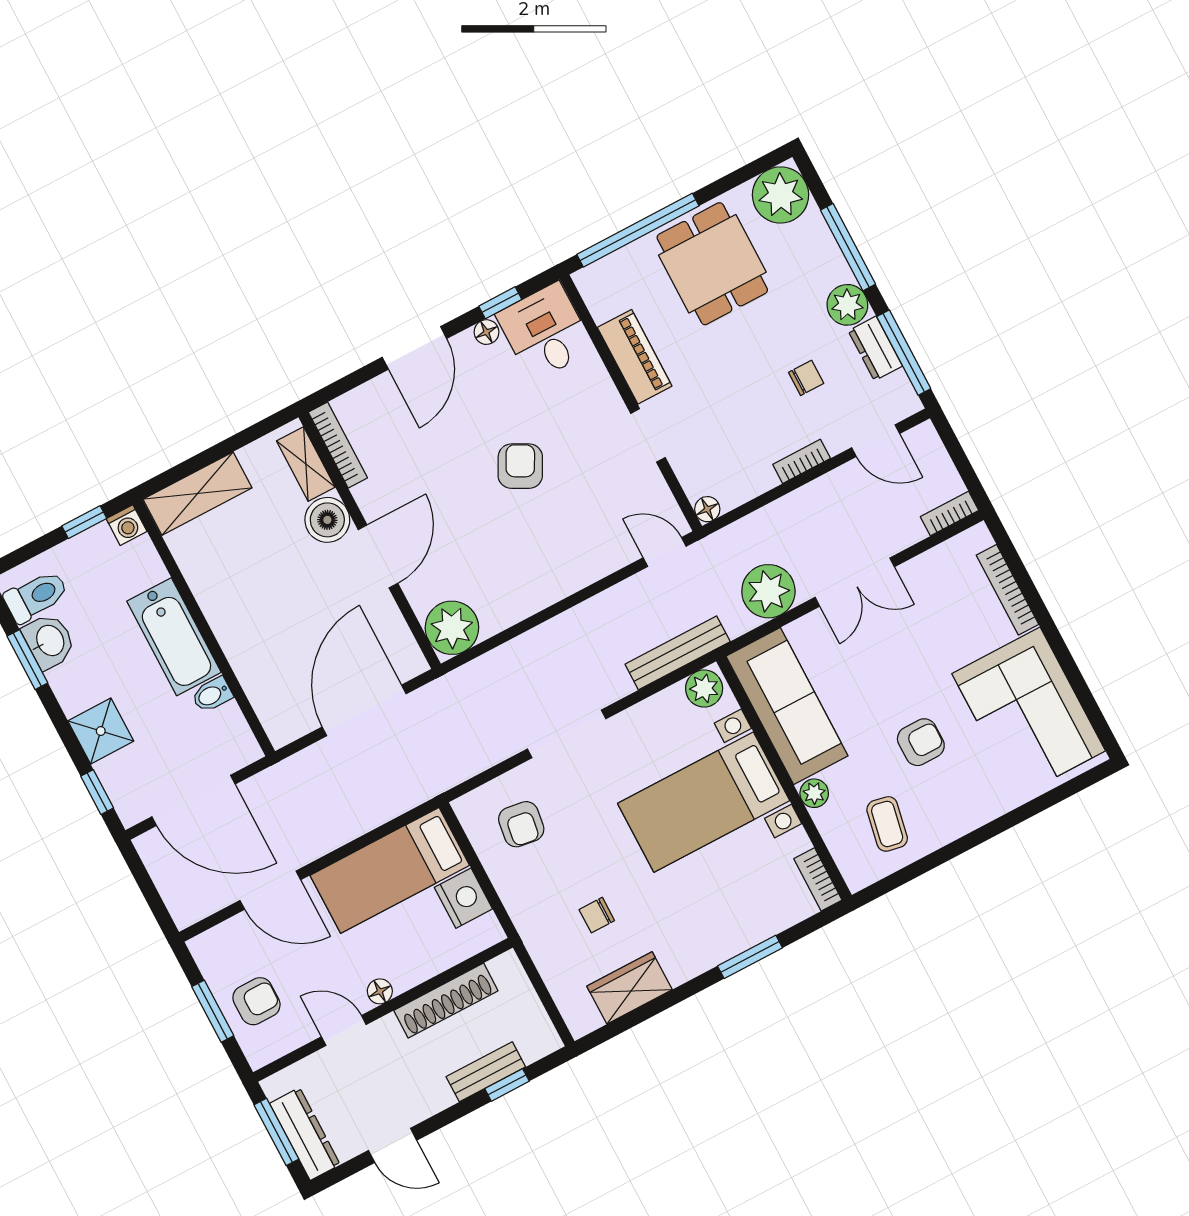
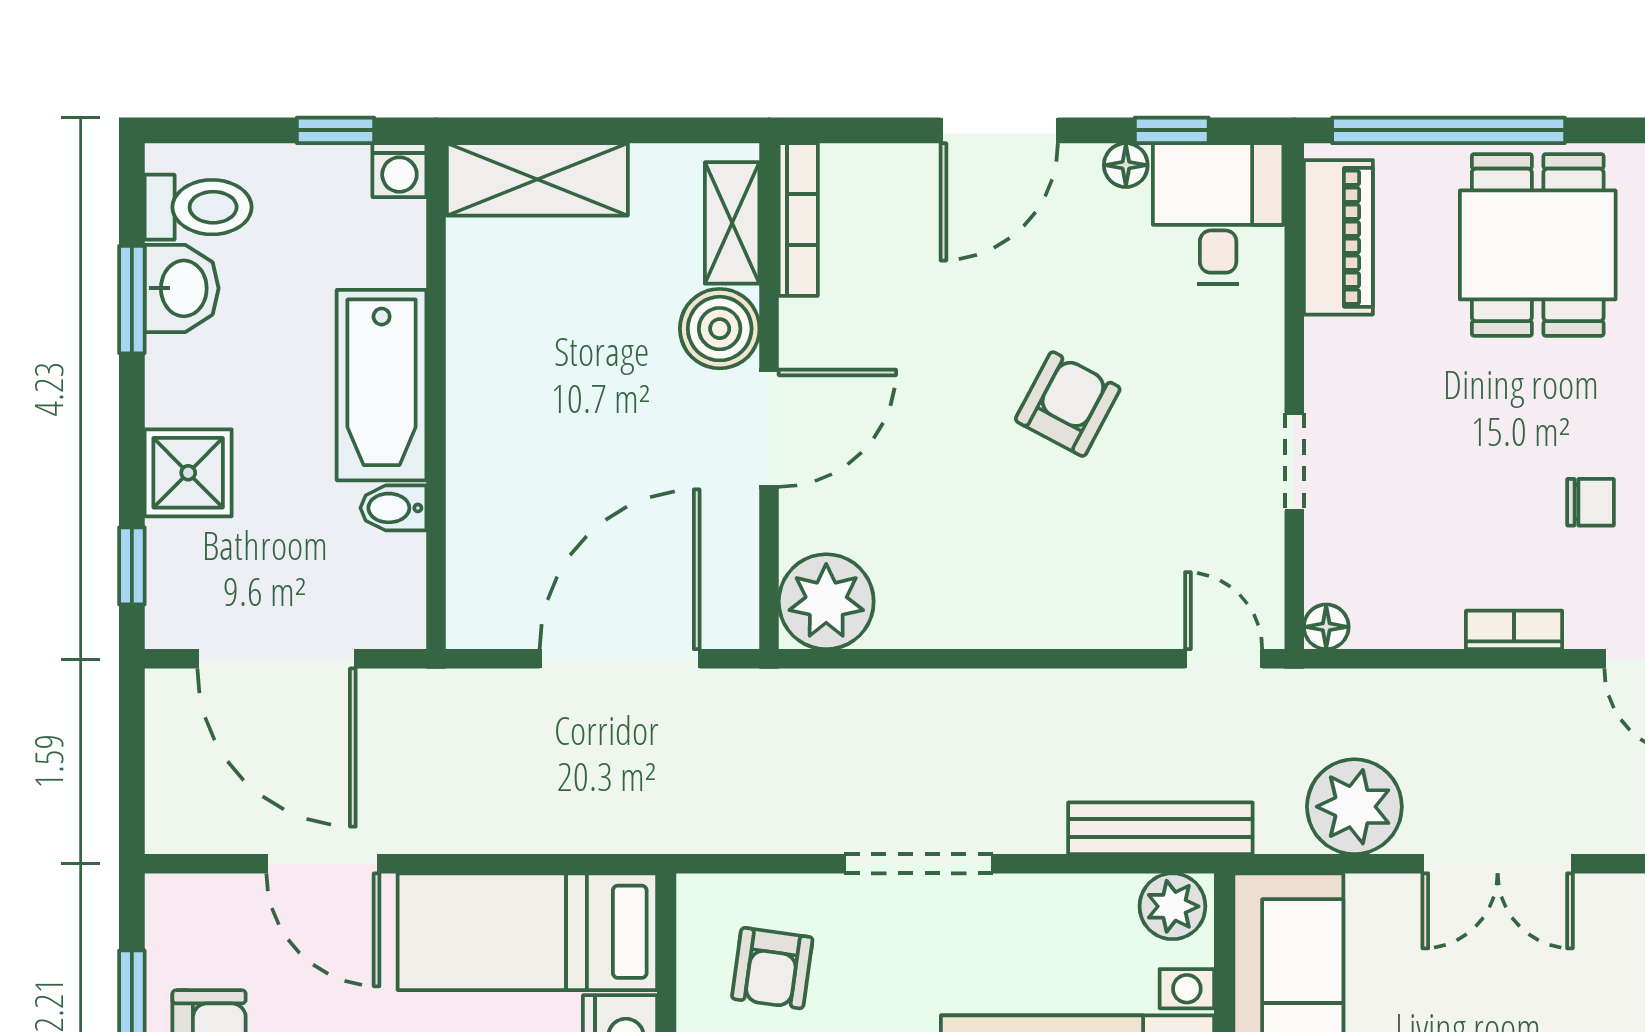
piano: (635, 357) -> (1338, 237), moved

